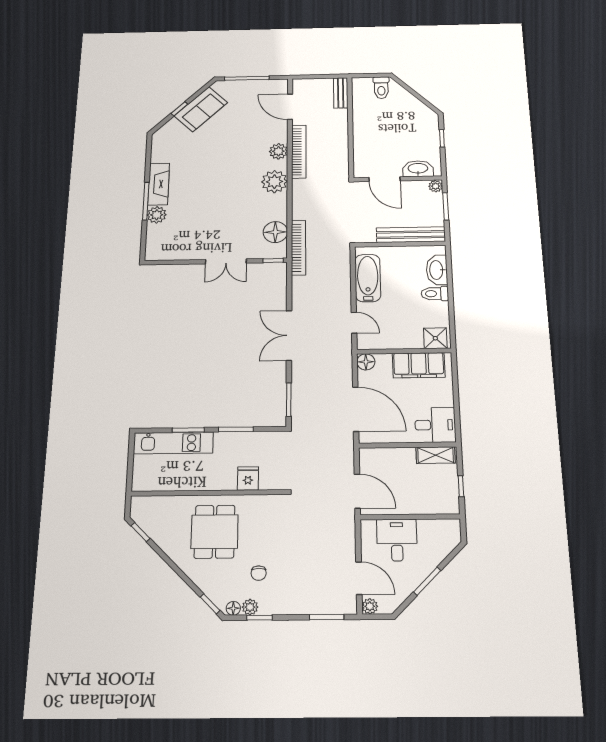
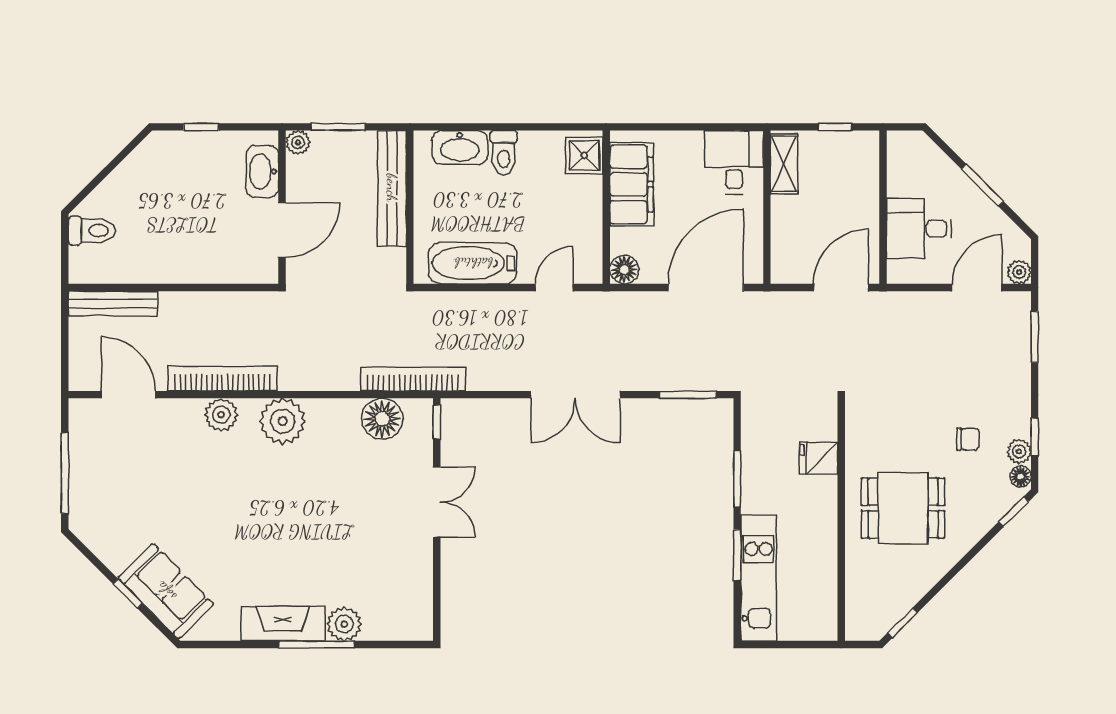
bench: (341, 93) -> (113, 304), width x1.36
door: (290, 107) -> (128, 395), swing flipped
sofa: (201, 109) -> (166, 591), moved

